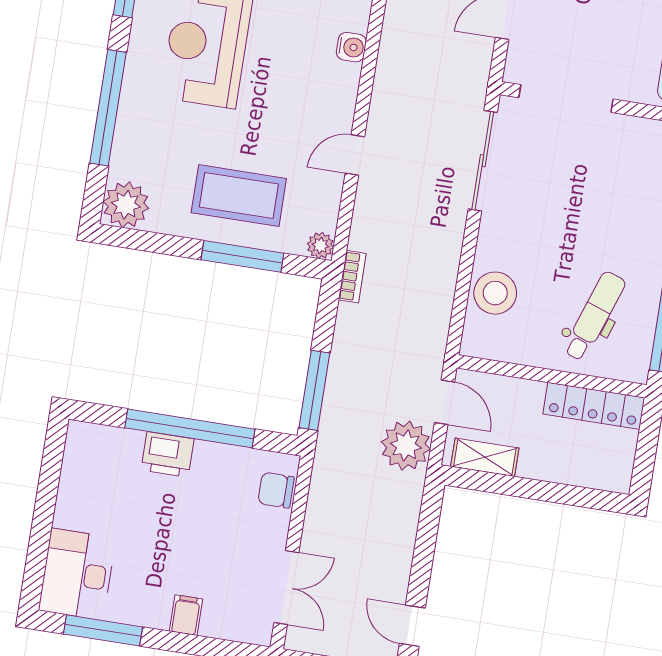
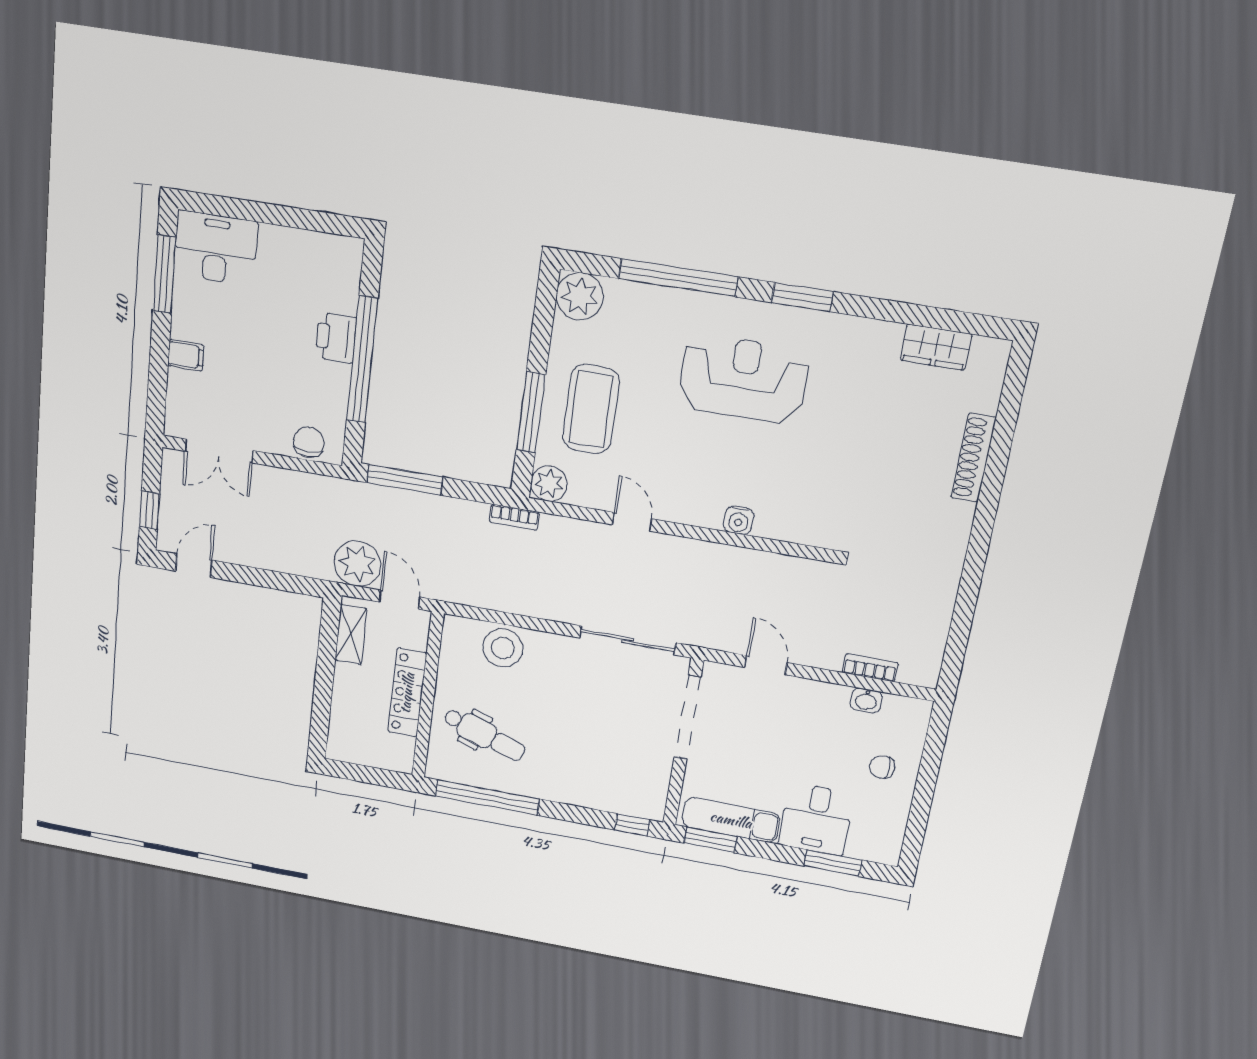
plant: (320, 245) -> (549, 484), width x1.38, depth x1.38
door: (445, 402) -> (399, 600), swing flipped
locker: (594, 406) -> (407, 693), moved

